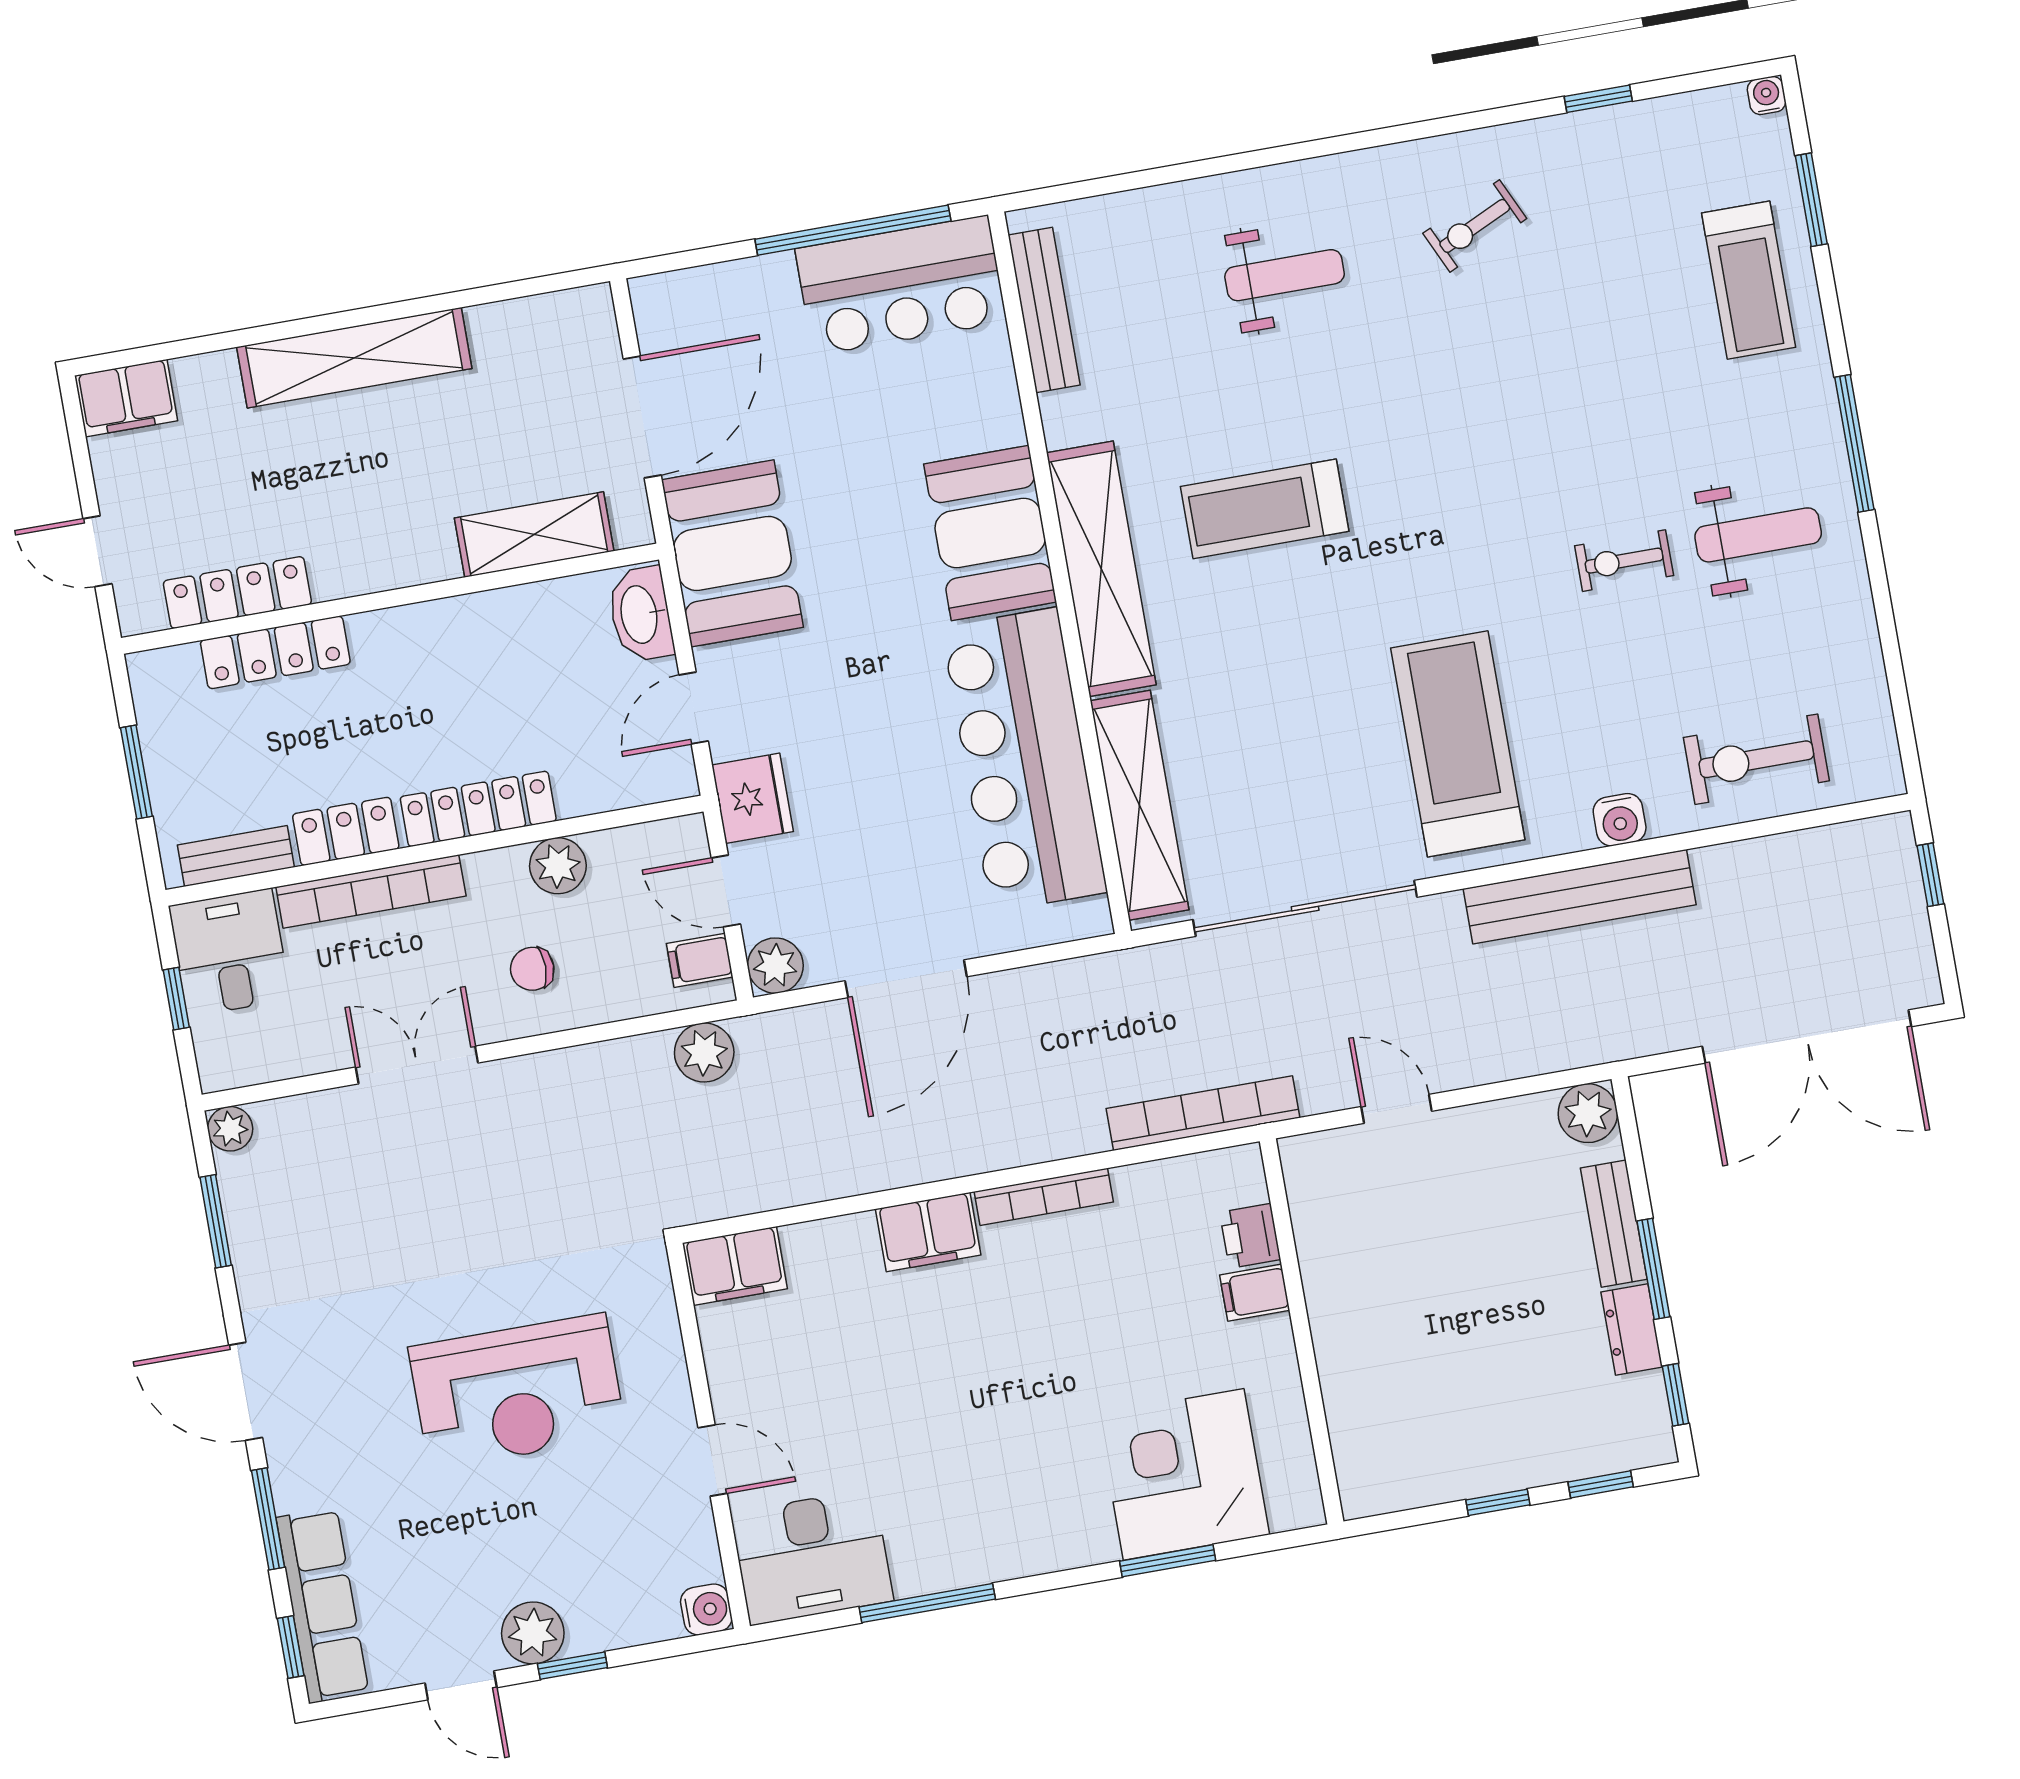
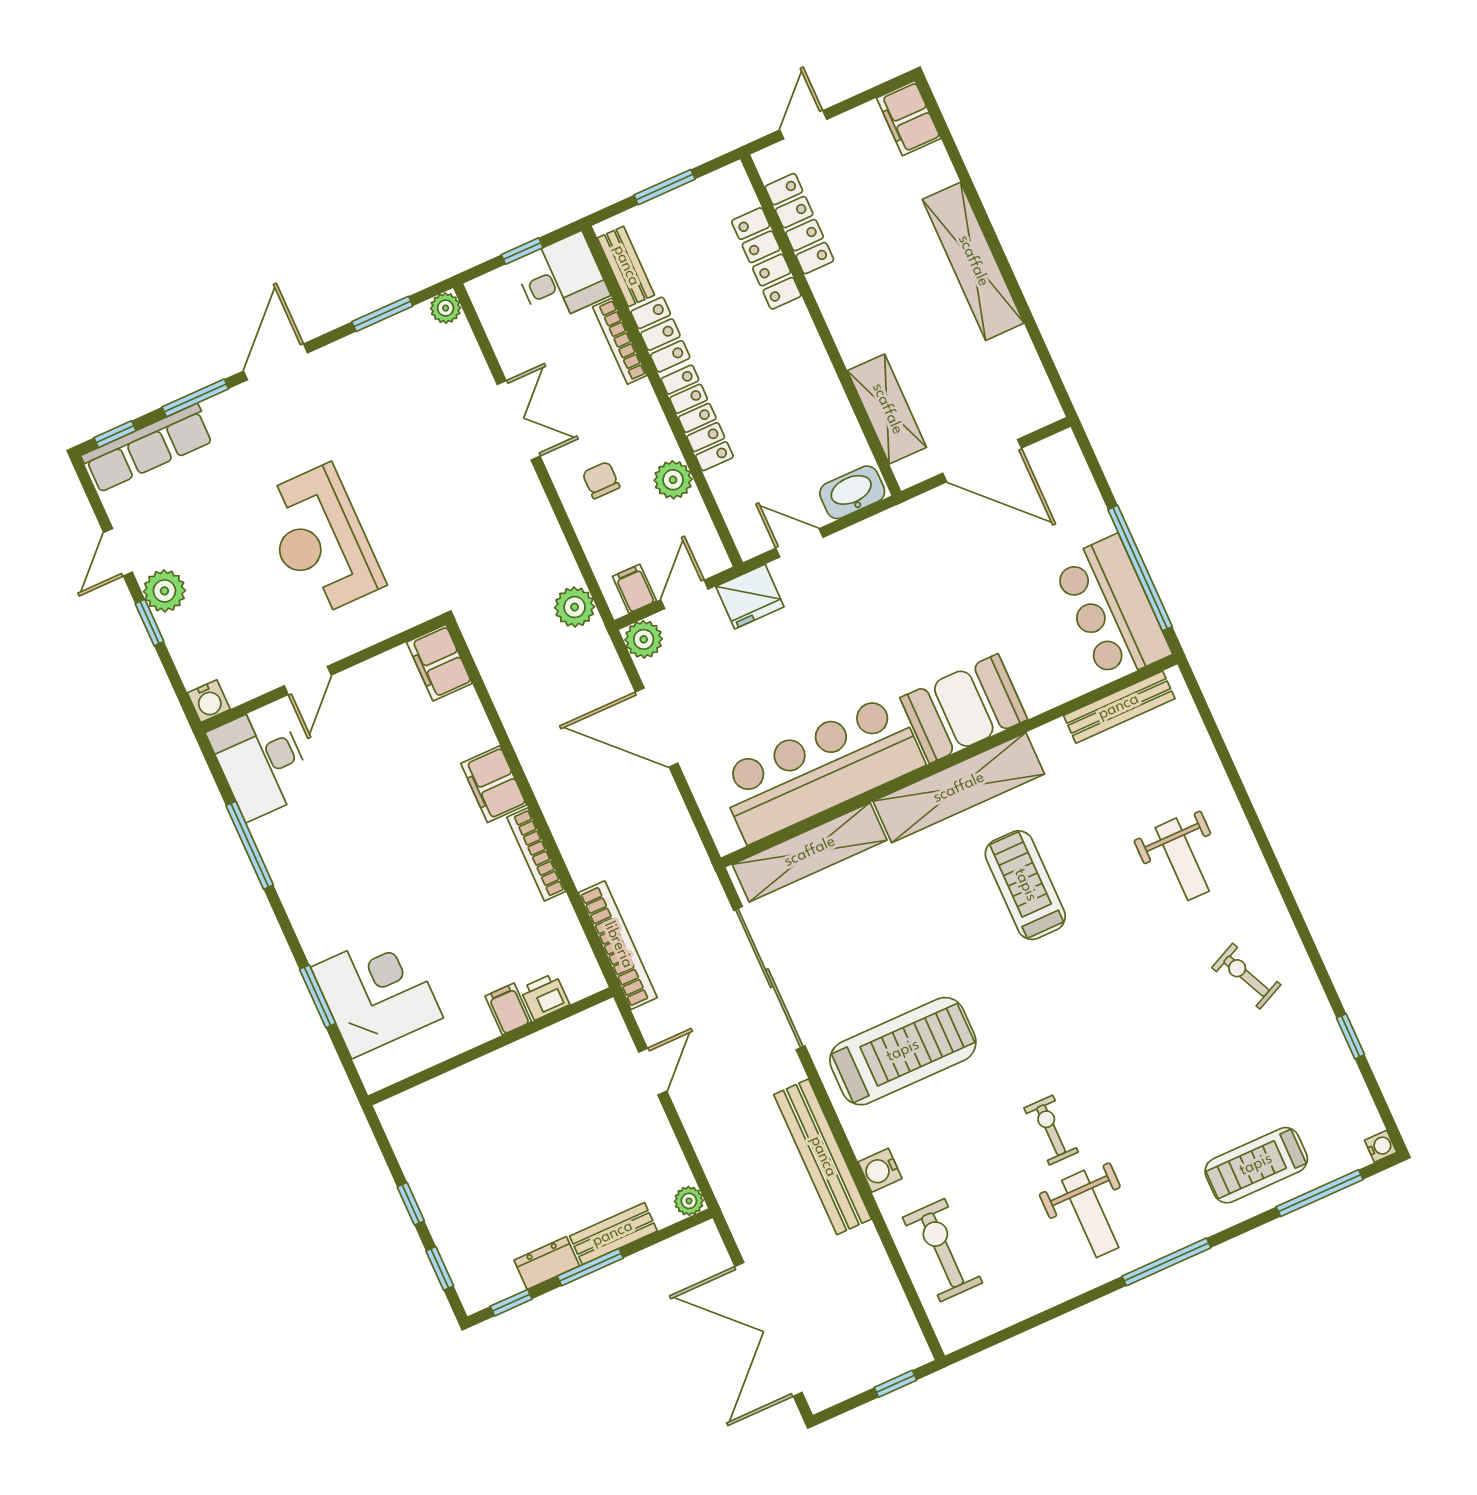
window: (1811, 200) -> (1320, 1193), width x1.44
booth: (732, 553) -> (907, 543), removed
bookcase: (371, 891) -> (620, 341), width x0.68, depth x0.76
plant: (1588, 1113) -> (689, 1201), width x0.73, depth x0.73

